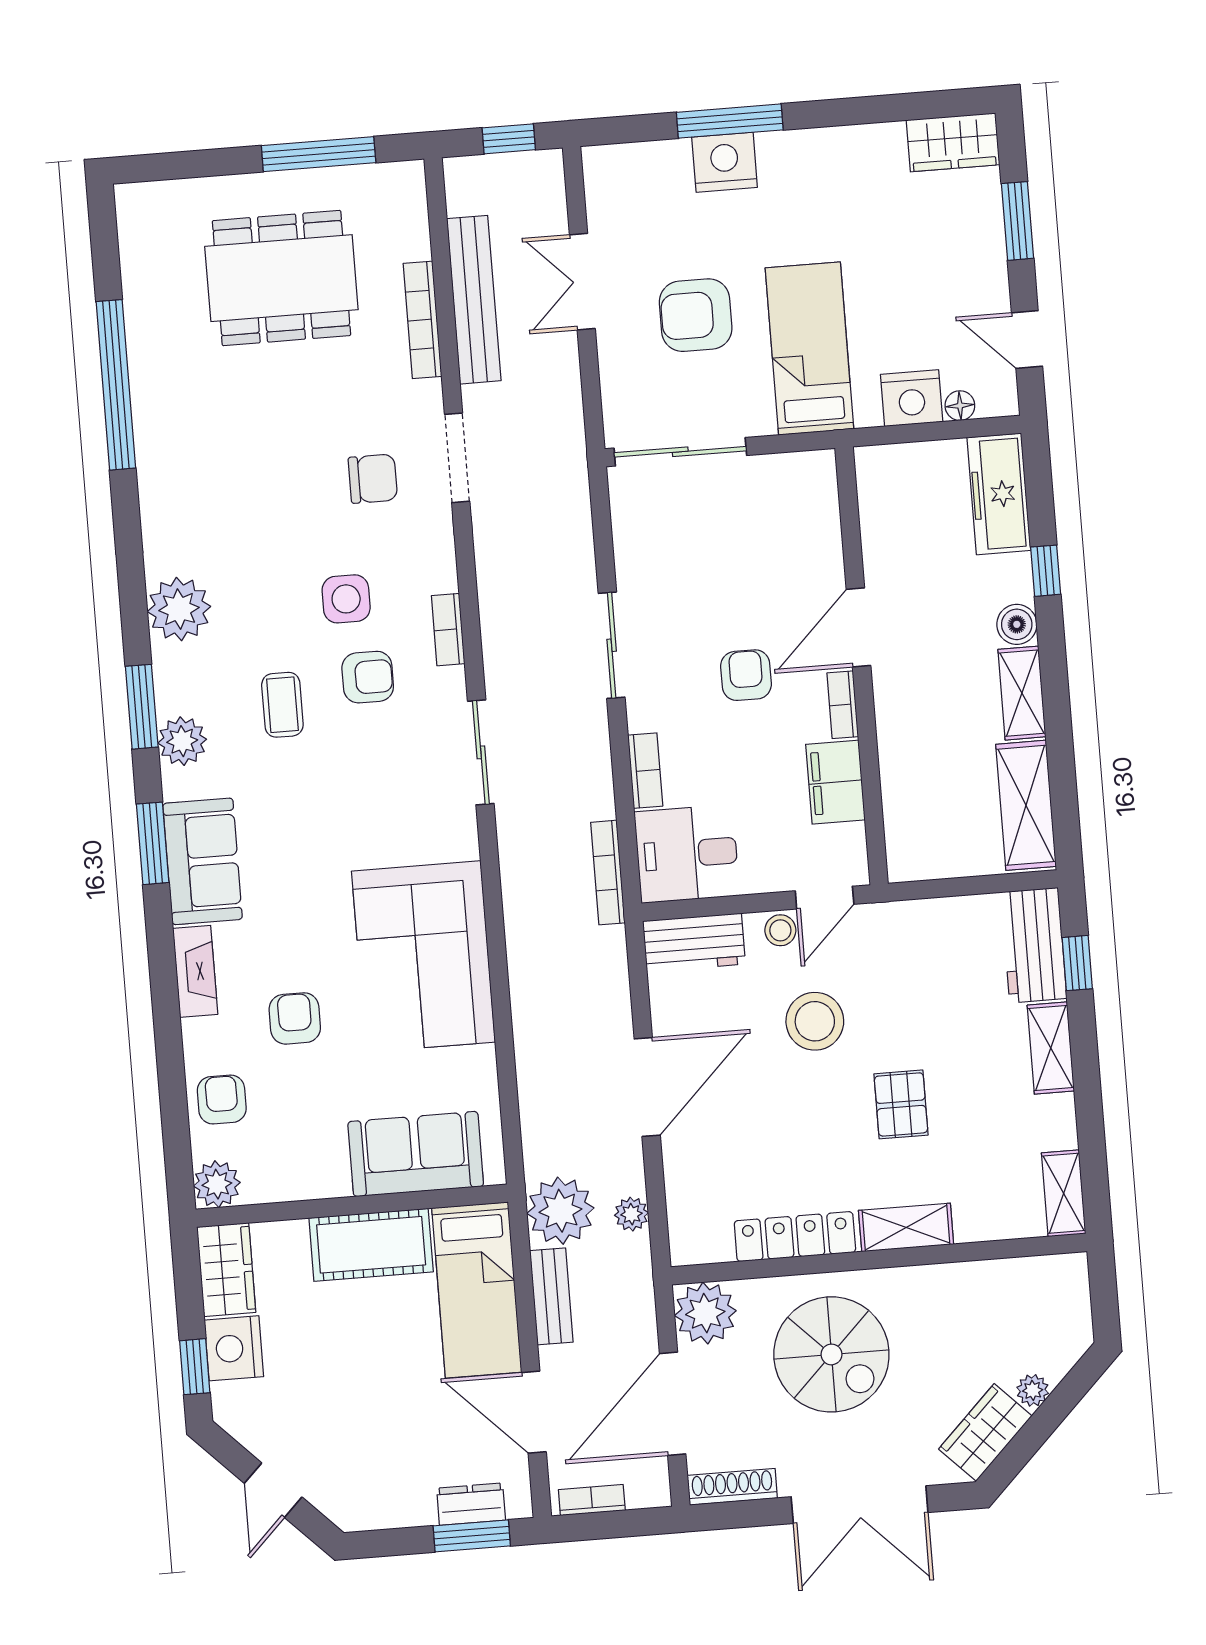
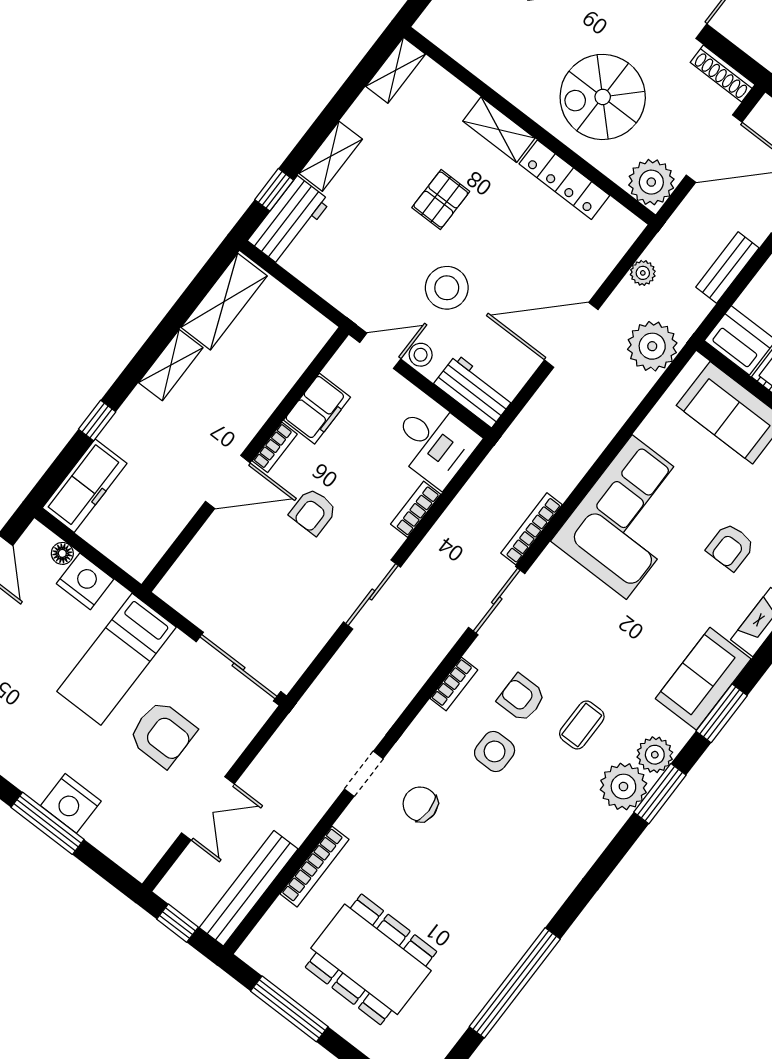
bench: (474, 300) -> (249, 888), moved
doorway: (457, 458) -> (364, 774), width x0.73
plant: (179, 609) -> (623, 787), moved
boiler: (1017, 624) -> (140, 405), removed
bookcase: (608, 873) -> (531, 529), moved, turned 180
plant: (560, 1211) -> (652, 346), moved
spiral stairs: (831, 1354) -> (603, 97), turned -90

